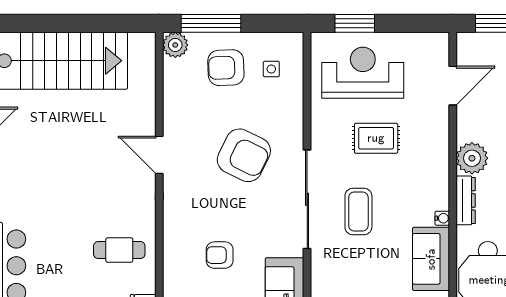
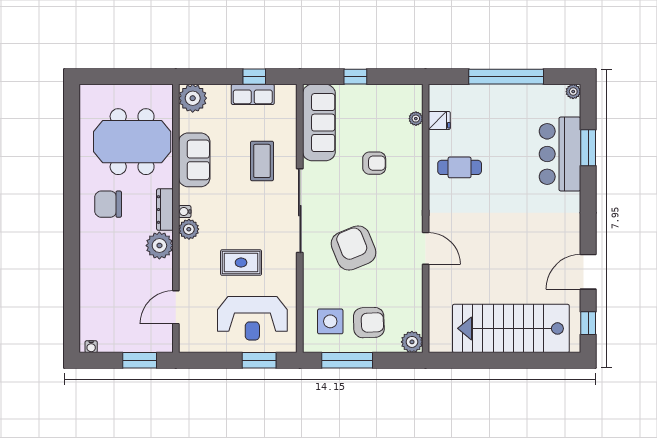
window: (211, 23) -> (347, 360), moved
side table: (271, 69) -> (330, 321), width x1.87, depth x1.87
armchair: (244, 155) -> (354, 248), turned 42
plant: (437, 177) -> (189, 229), added
coffee table: (358, 211) -> (262, 161), moved
water cooler: (442, 218) -> (185, 212), moved

